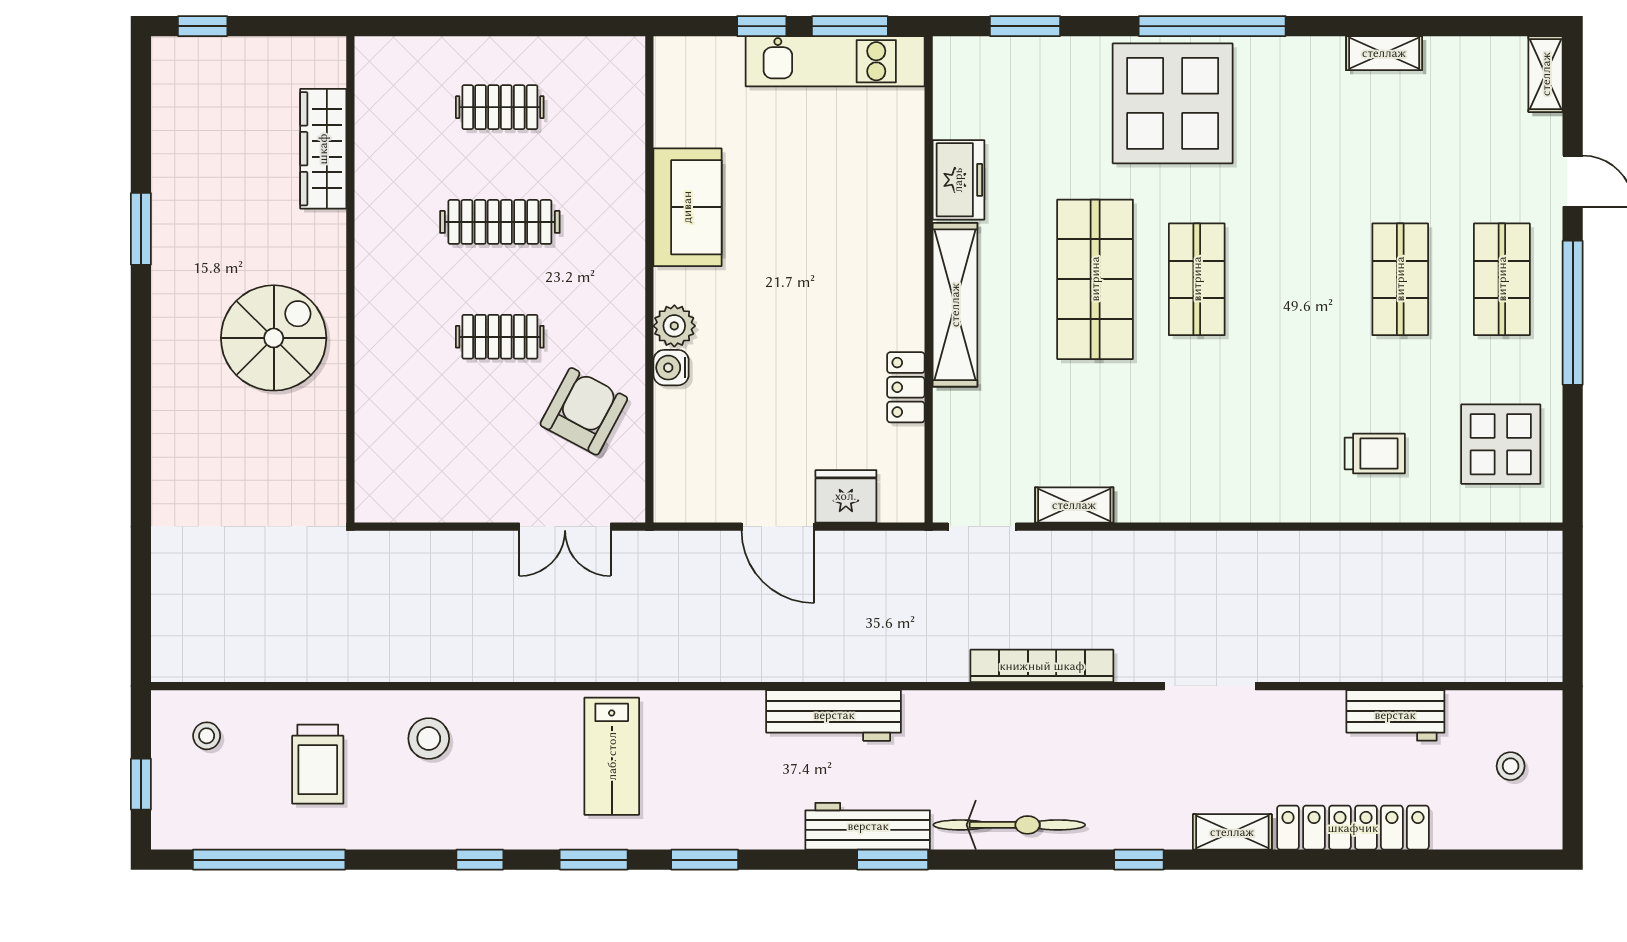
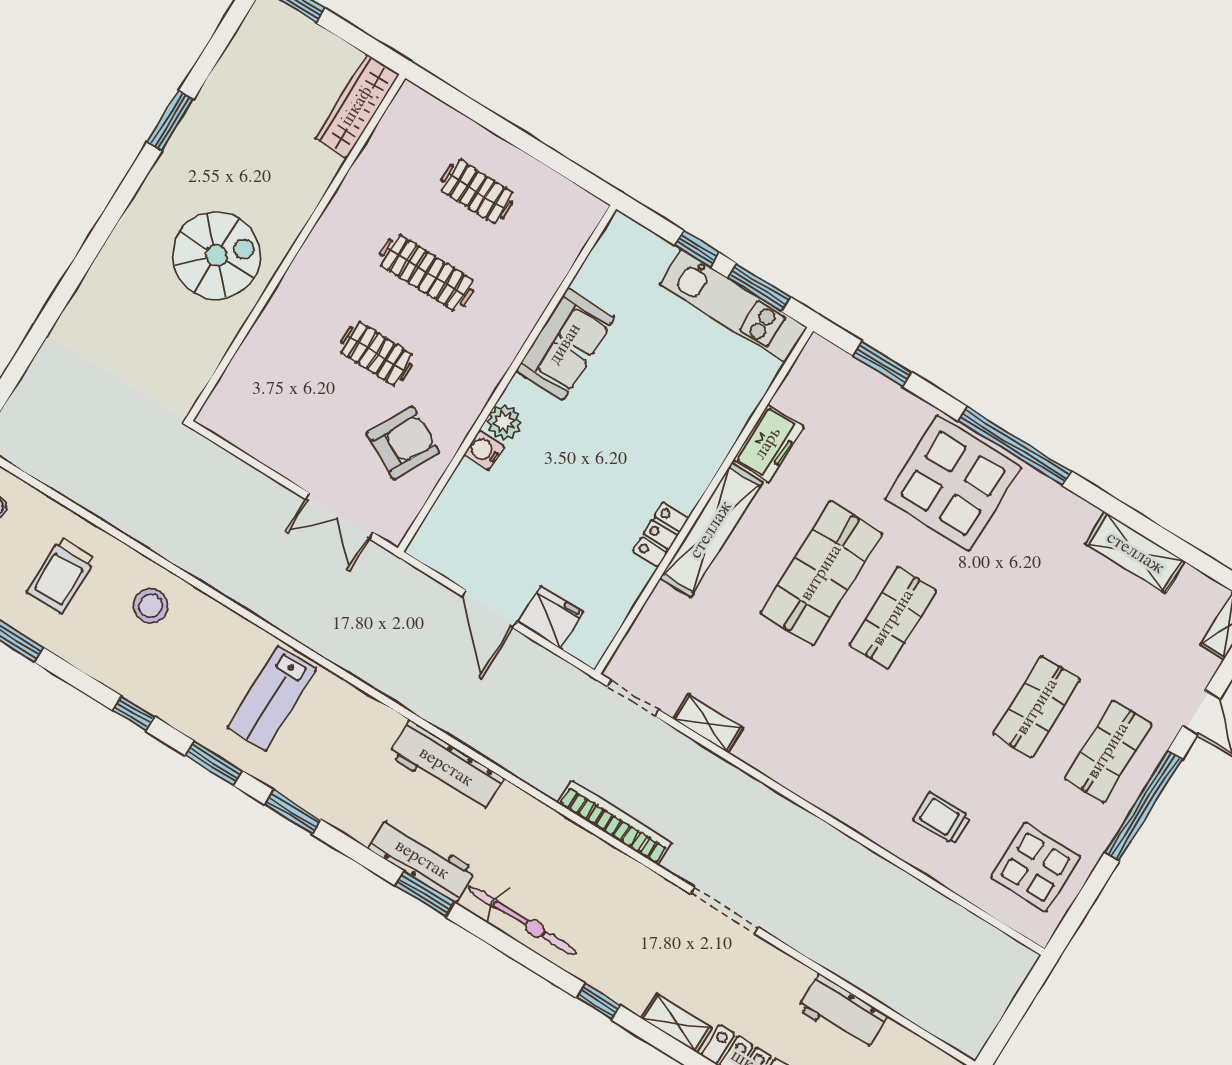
shelving: (1384, 53) -> (1135, 553), width x1.50, depth x1.33
wardrobe: (323, 149) -> (357, 106), moved
locker: (906, 387) -> (661, 535), moved
trolley: (1375, 454) -> (942, 818), turned 180

